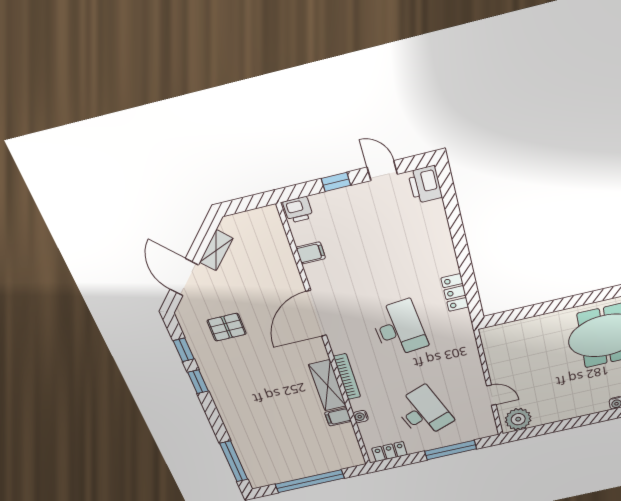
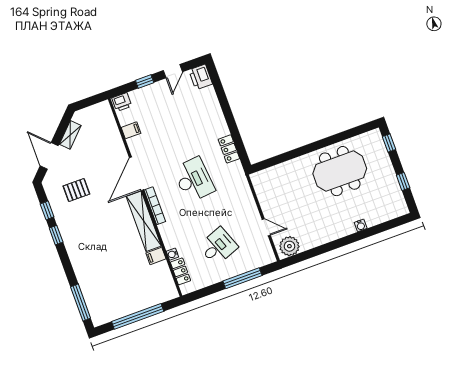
door: (382, 171) -> (173, 71), swing flipped
bookcase: (347, 377) -> (155, 206), moved
shelving: (328, 385) -> (144, 221), width x1.47
desk: (423, 412) -> (218, 246), width x0.73
locker: (390, 452) -> (180, 271), moved, turned 90

